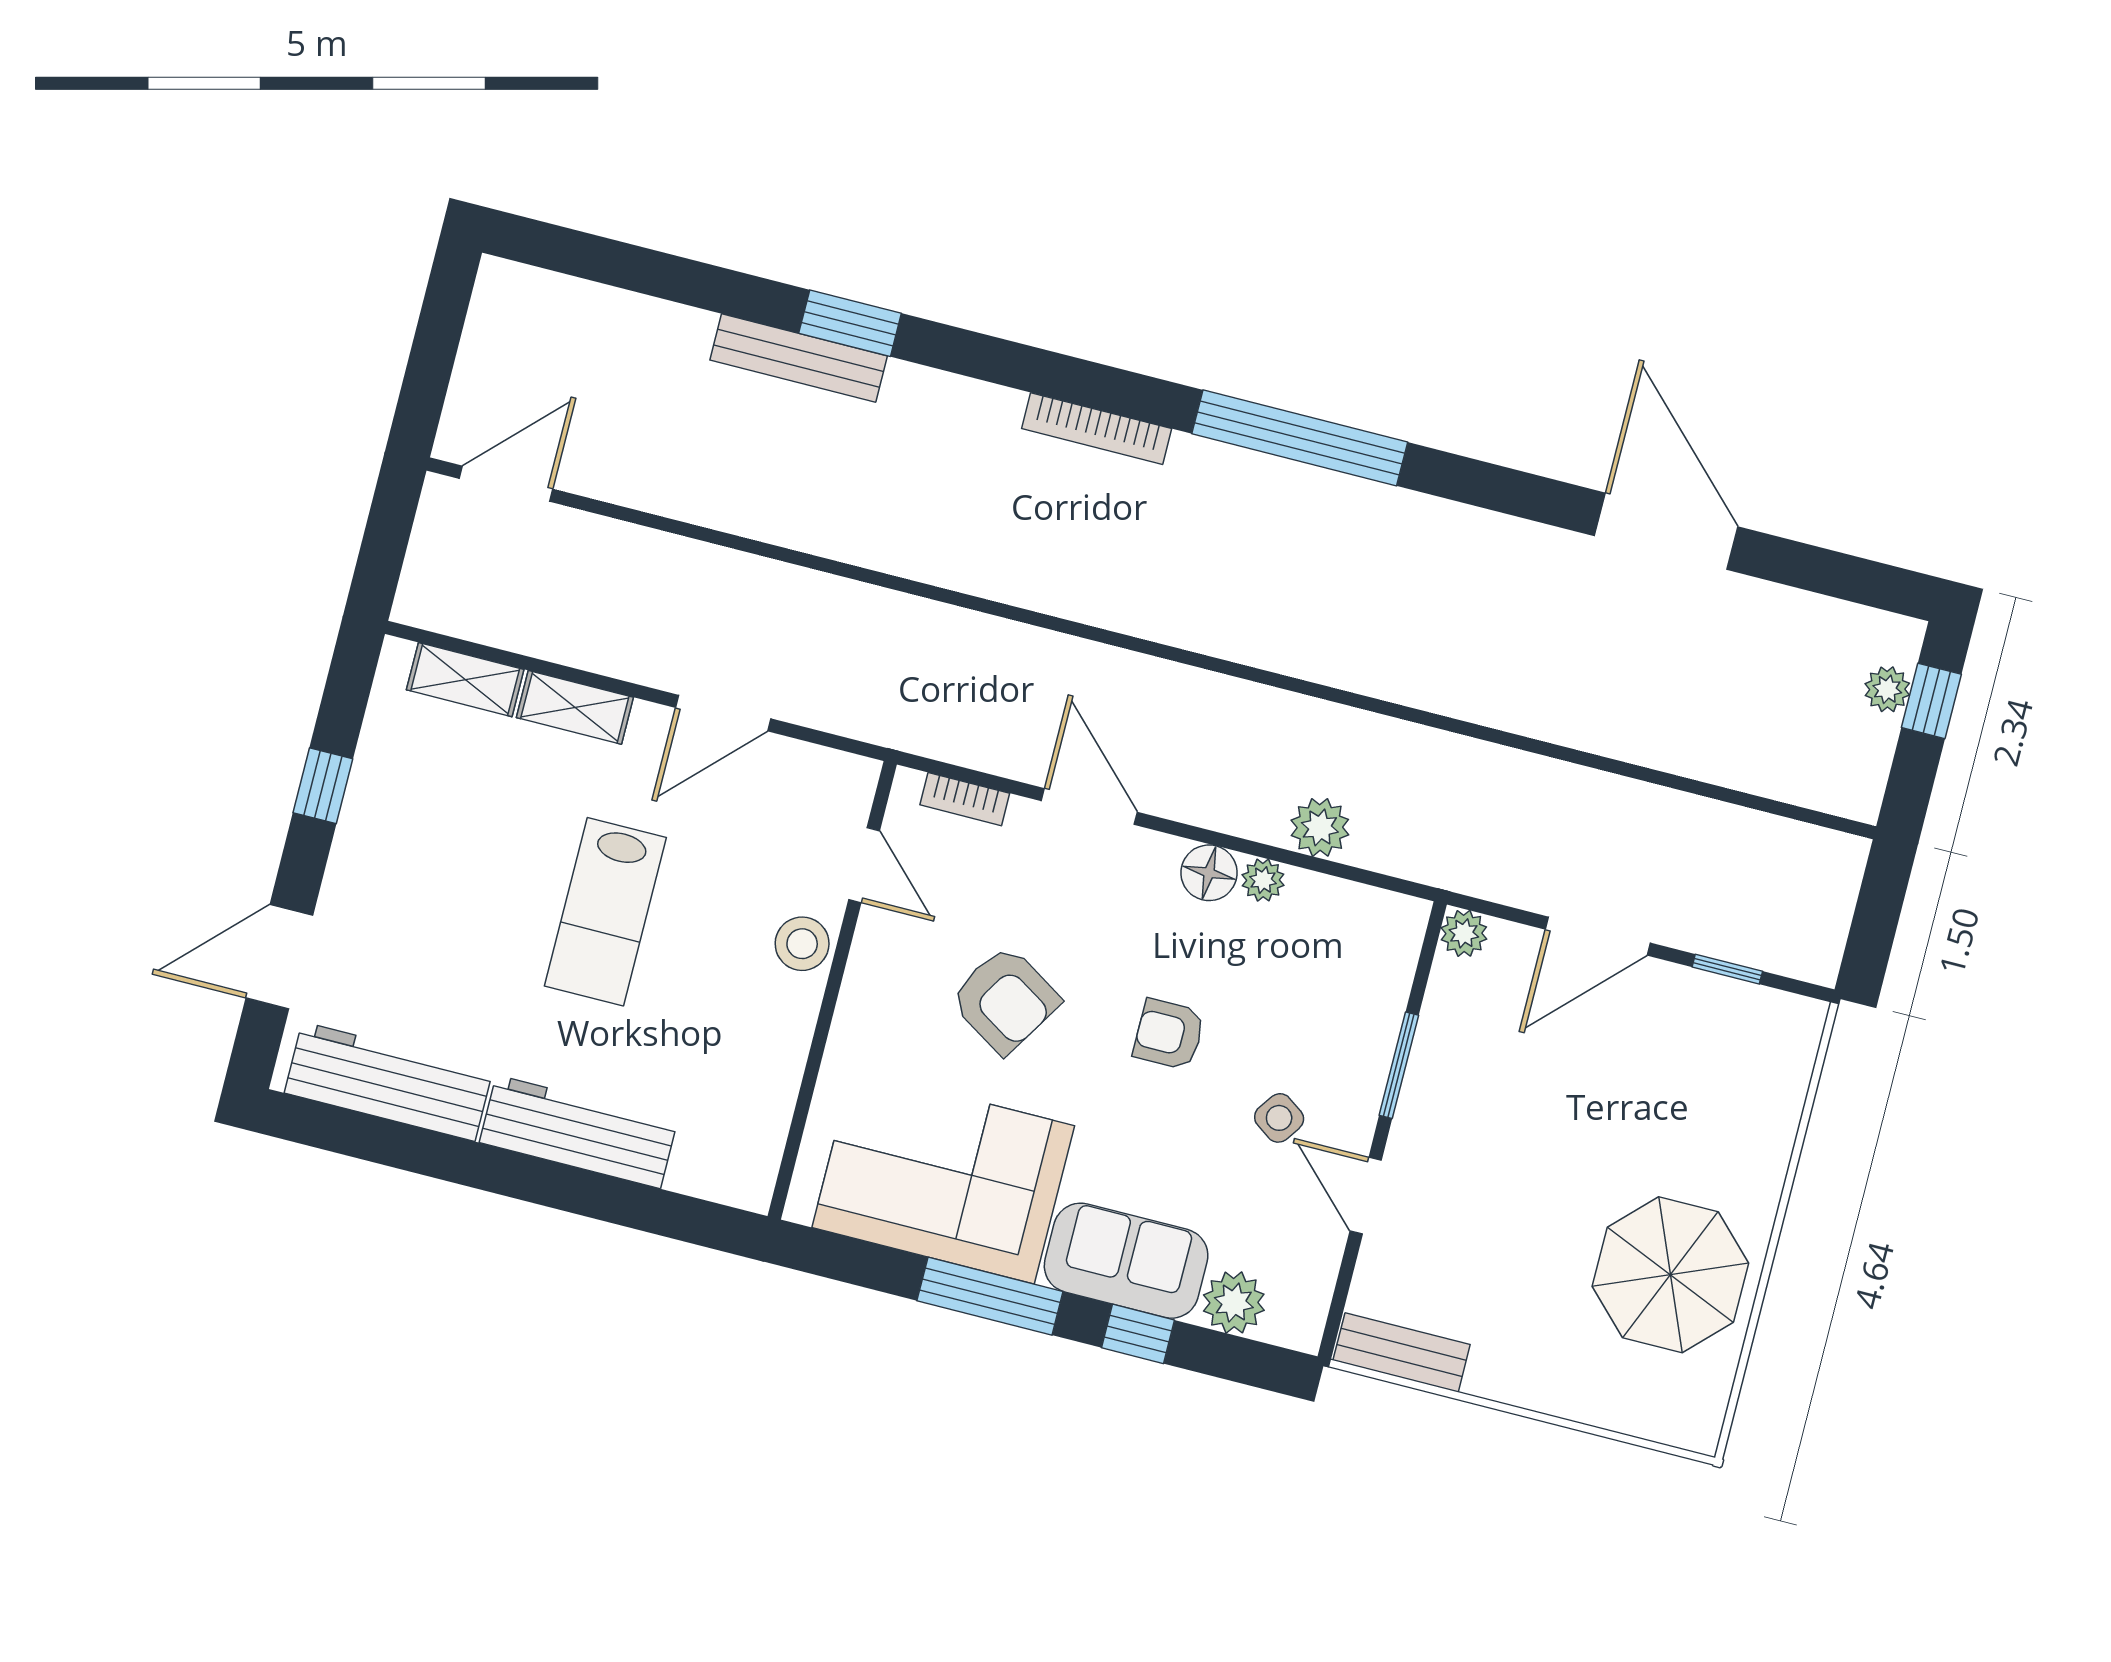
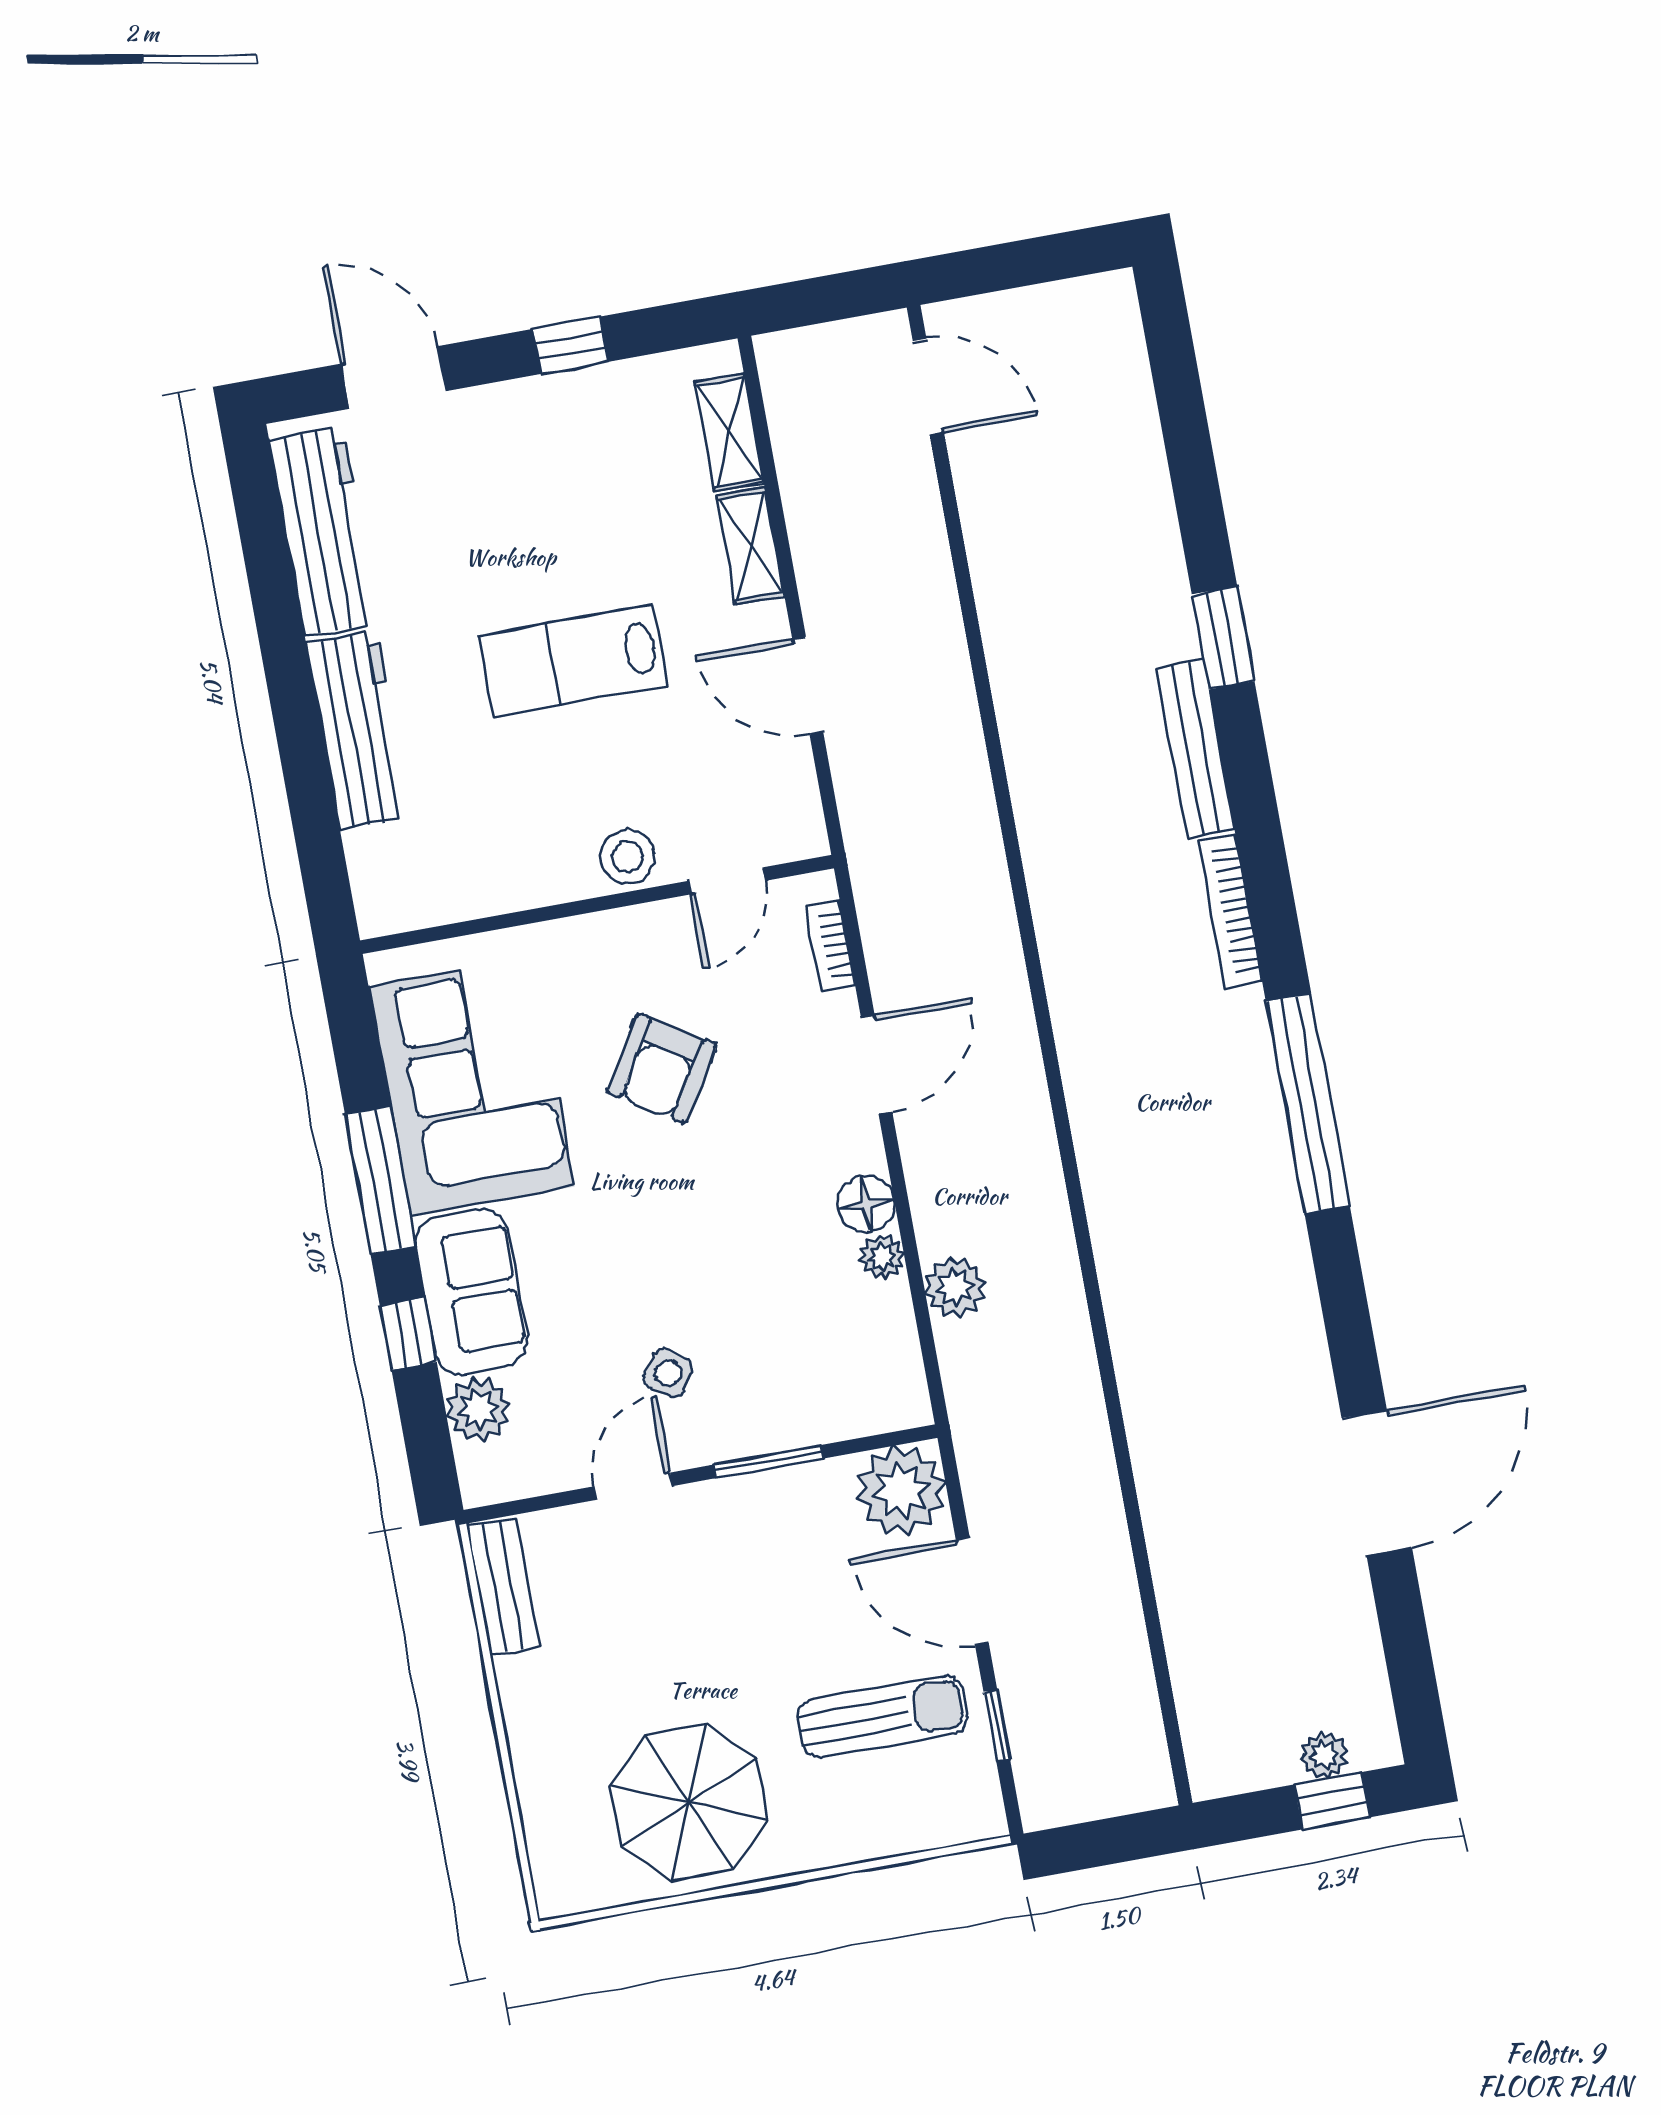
bench: (799, 358) -> (1195, 749), moved
plant: (1464, 933) -> (901, 1491), width x1.87, depth x1.87
armchair: (1169, 1034) -> (699, 1235), removed
sun lounger: (1673, 1067) -> (883, 1716), added

